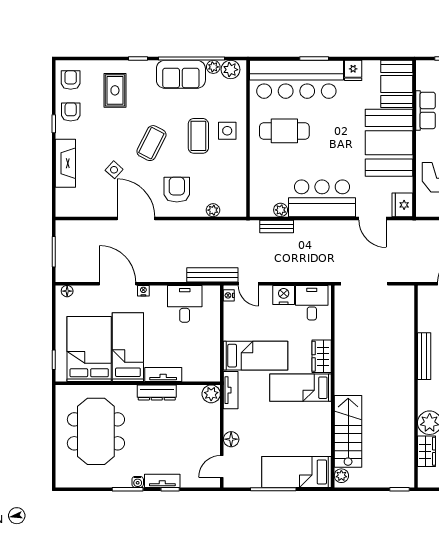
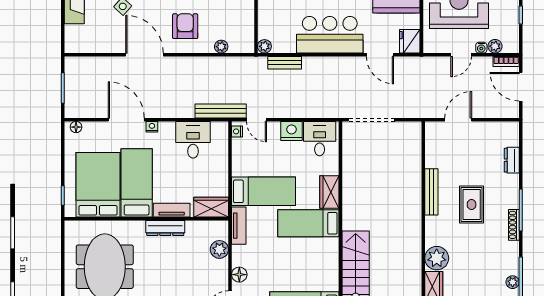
plant: (281, 210) -> (264, 46), moved
wardrobe: (203, 371) -> (211, 207), added
plant: (211, 394) -> (219, 249), moved

